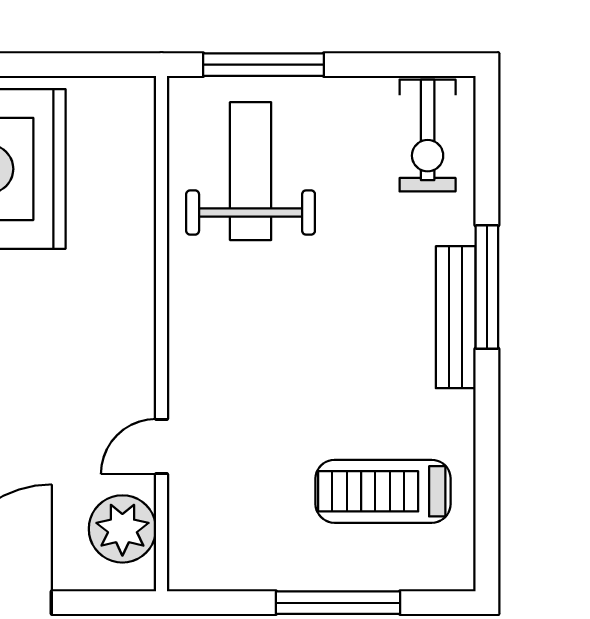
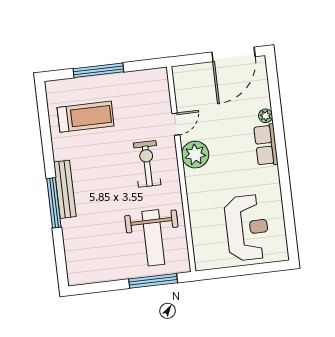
exercise bike: (428, 135) -> (147, 164), moved
plant: (122, 529) -> (195, 155), moved

